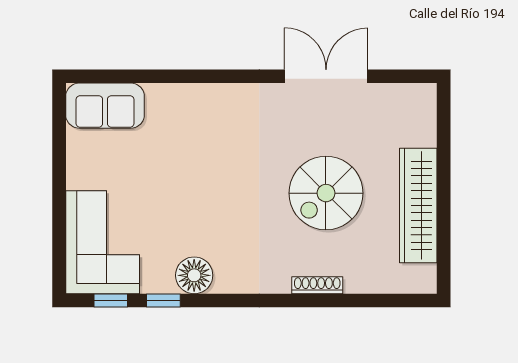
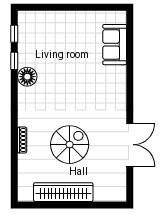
sofa: (105, 106) -> (115, 45), moved
spiral stairs: (326, 193) -> (70, 145), turned 90
corner sofa: (103, 242) -> (44, 30), removed

